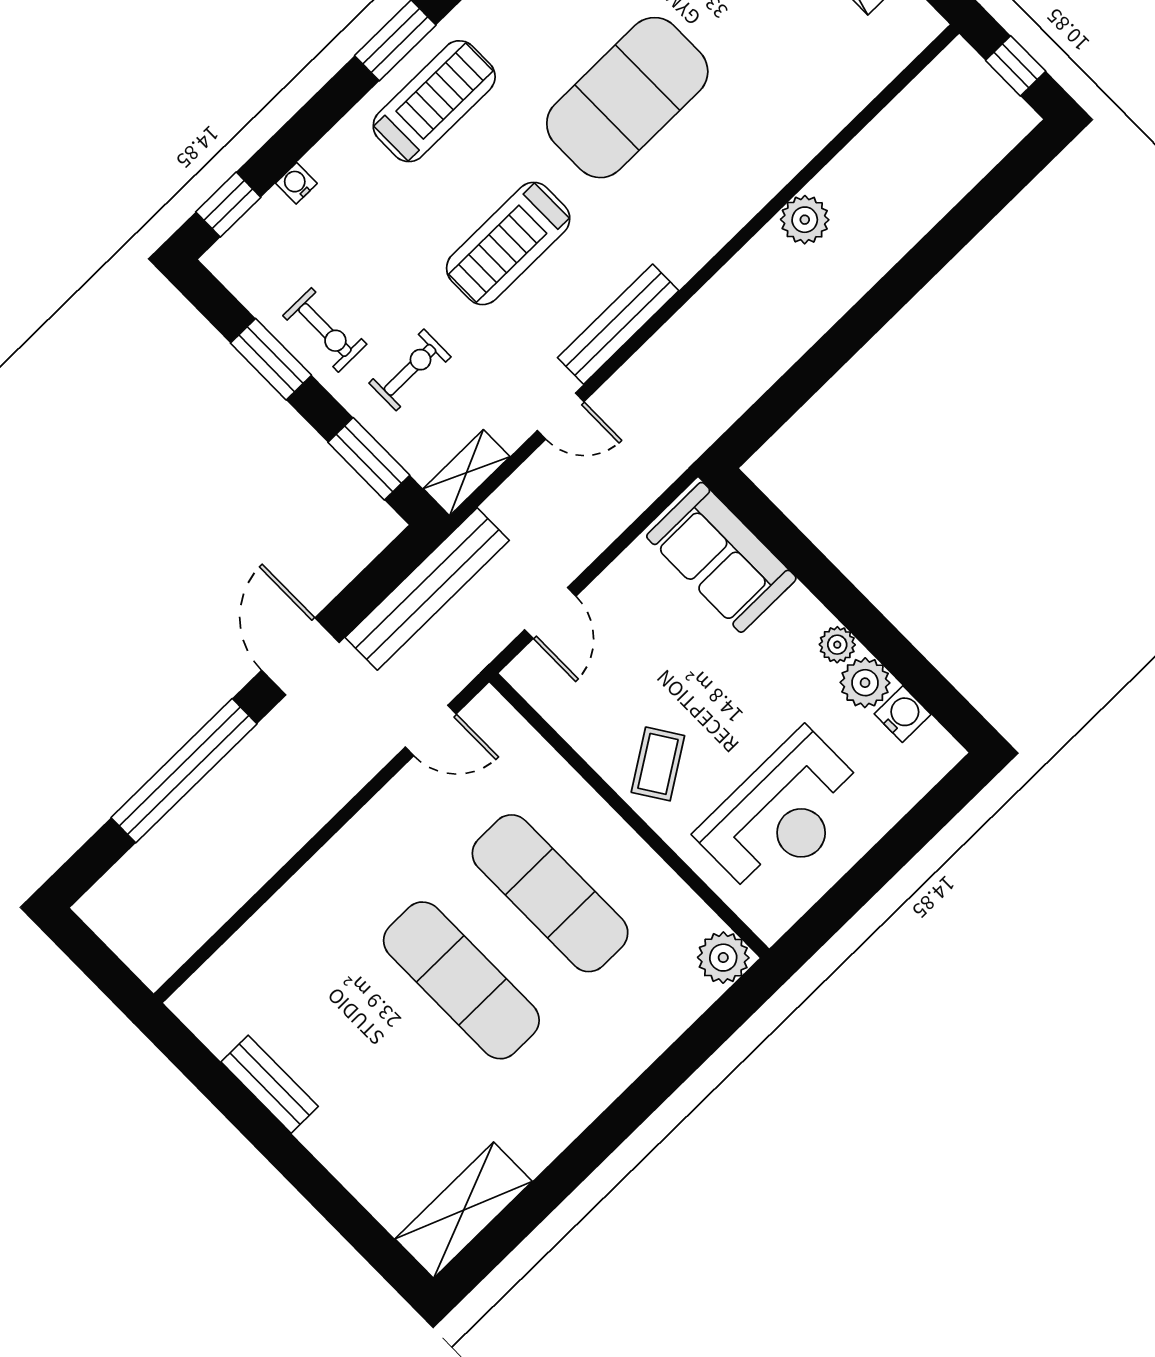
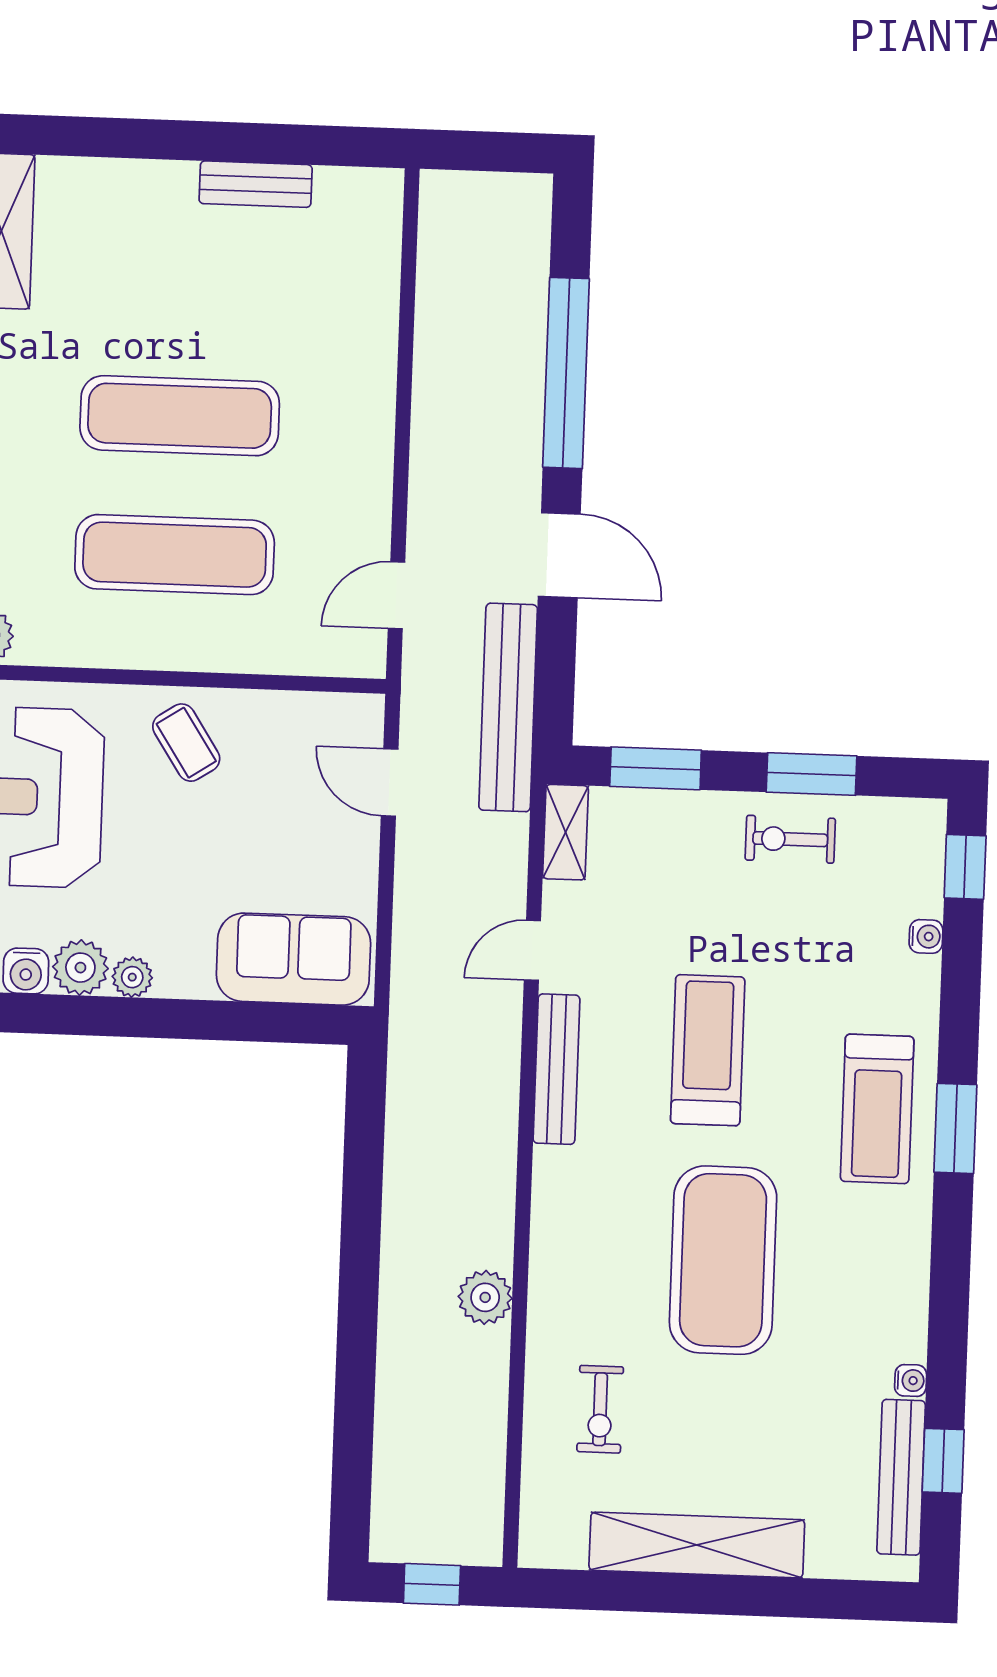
exercise bike: (410, 370) -> (600, 1409), moved

